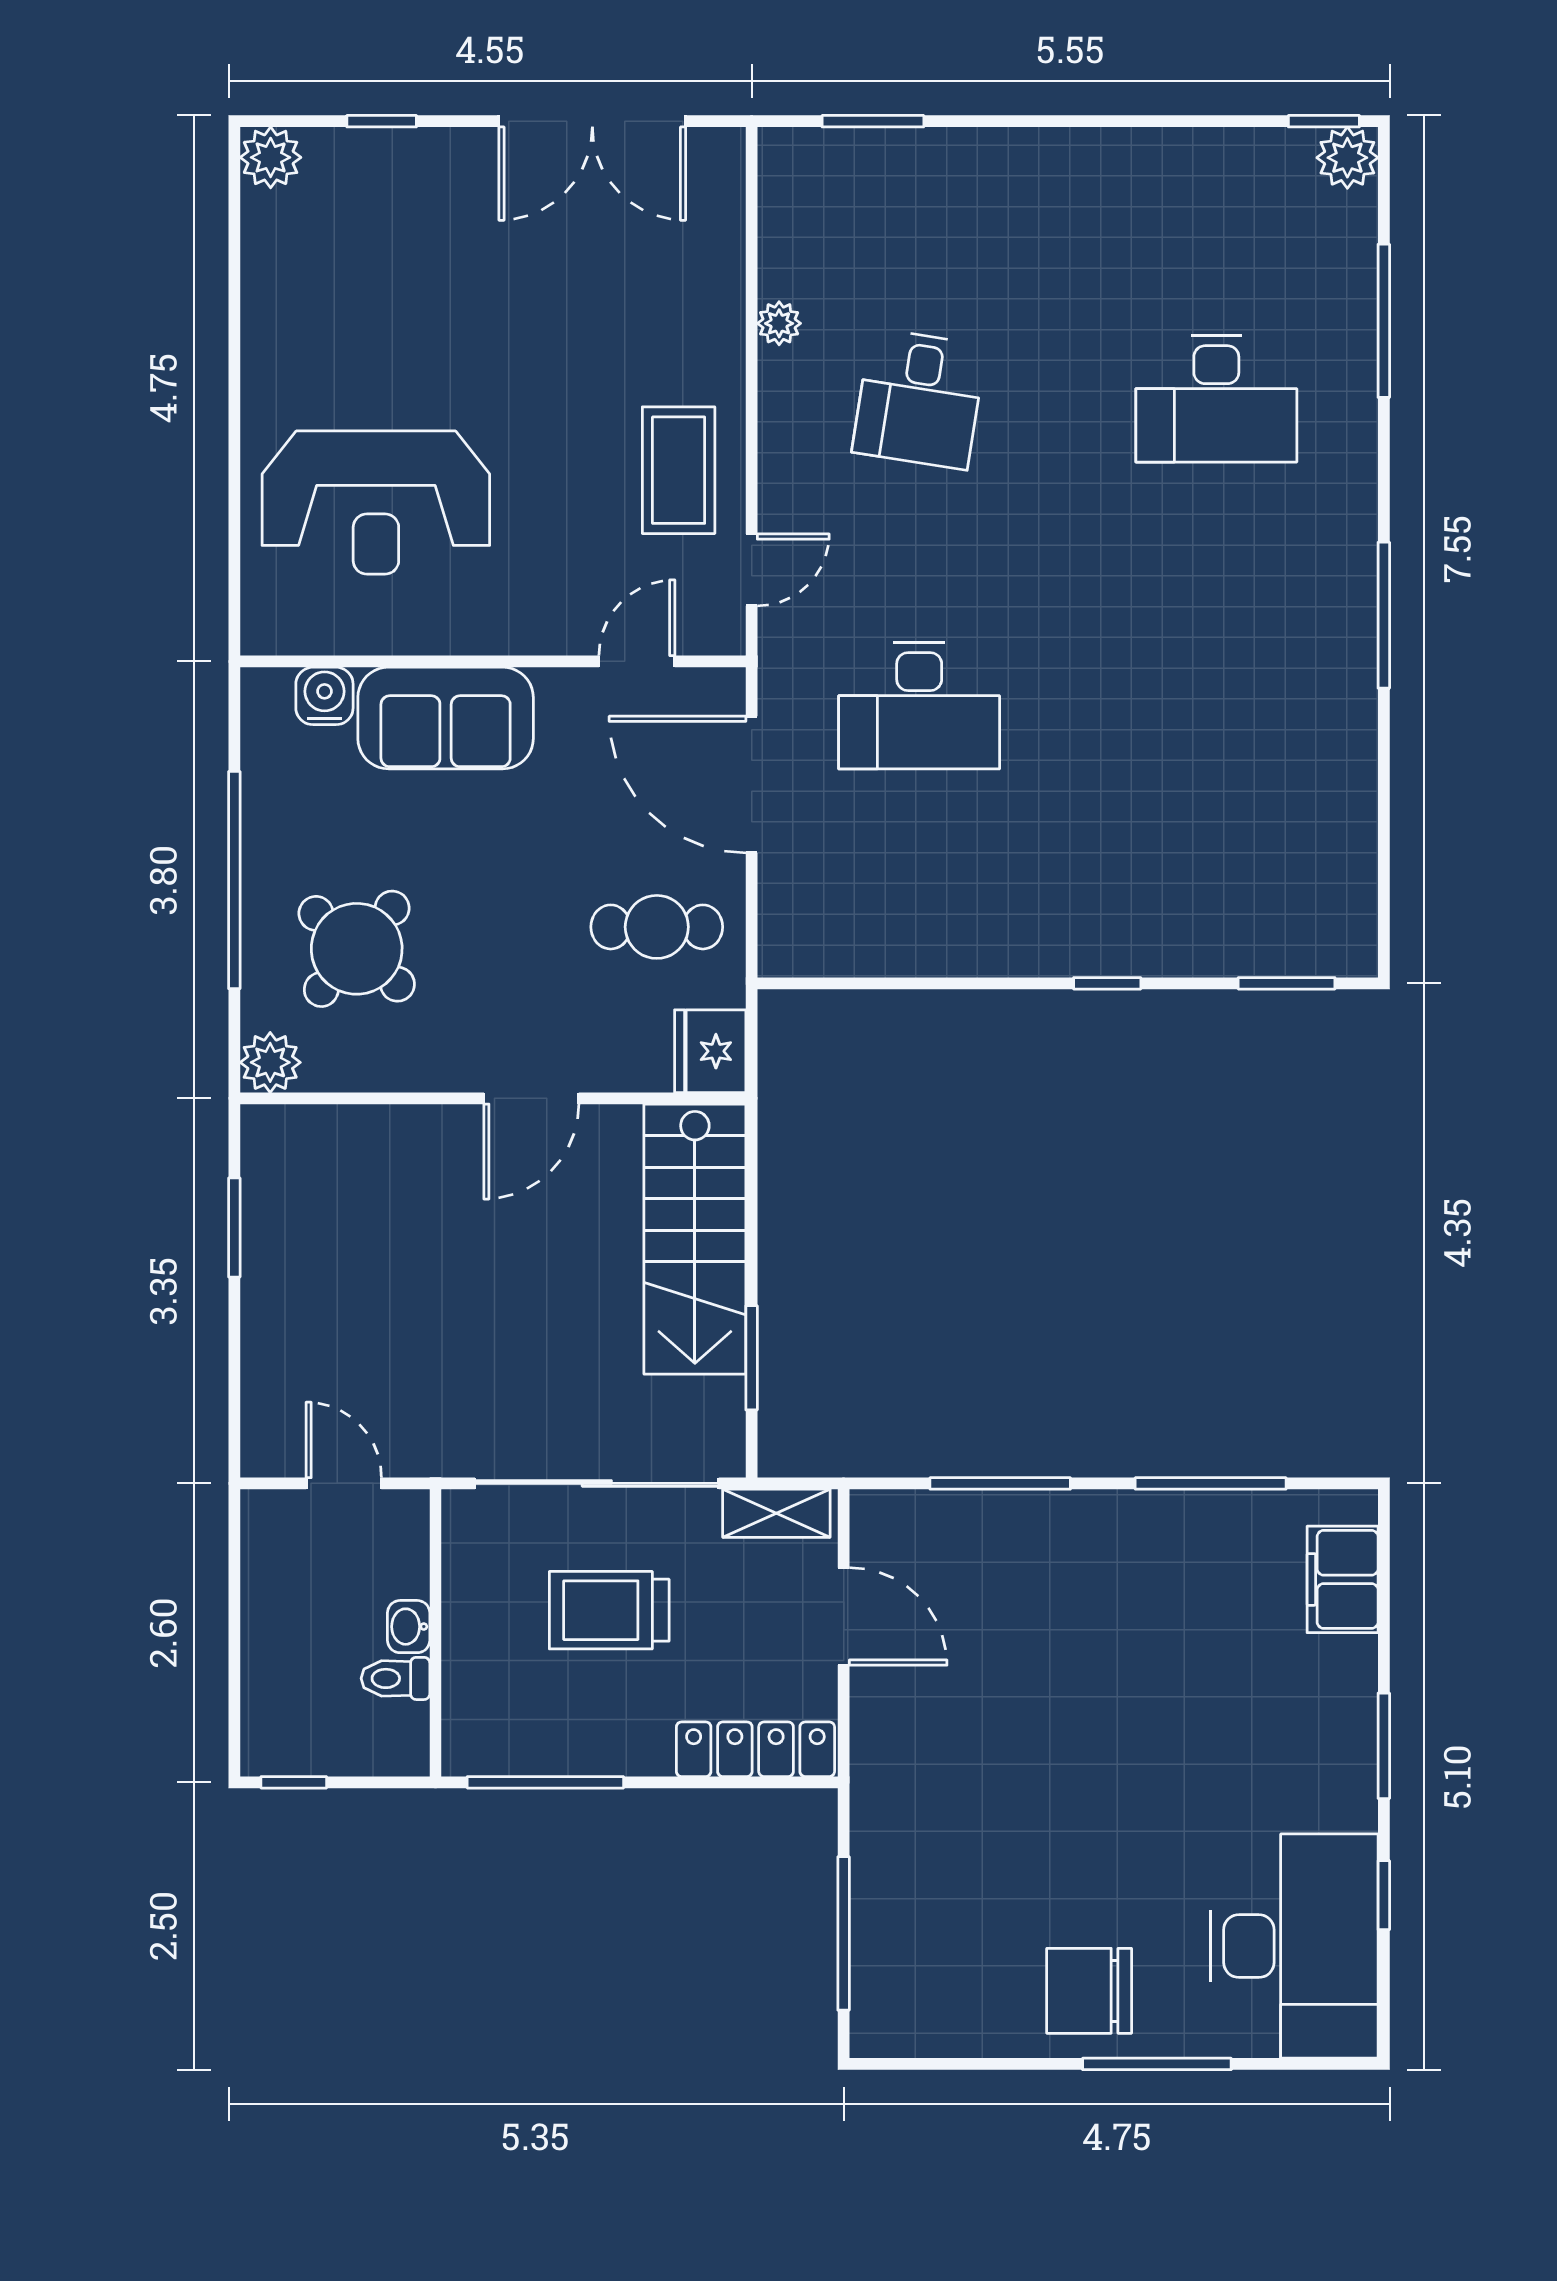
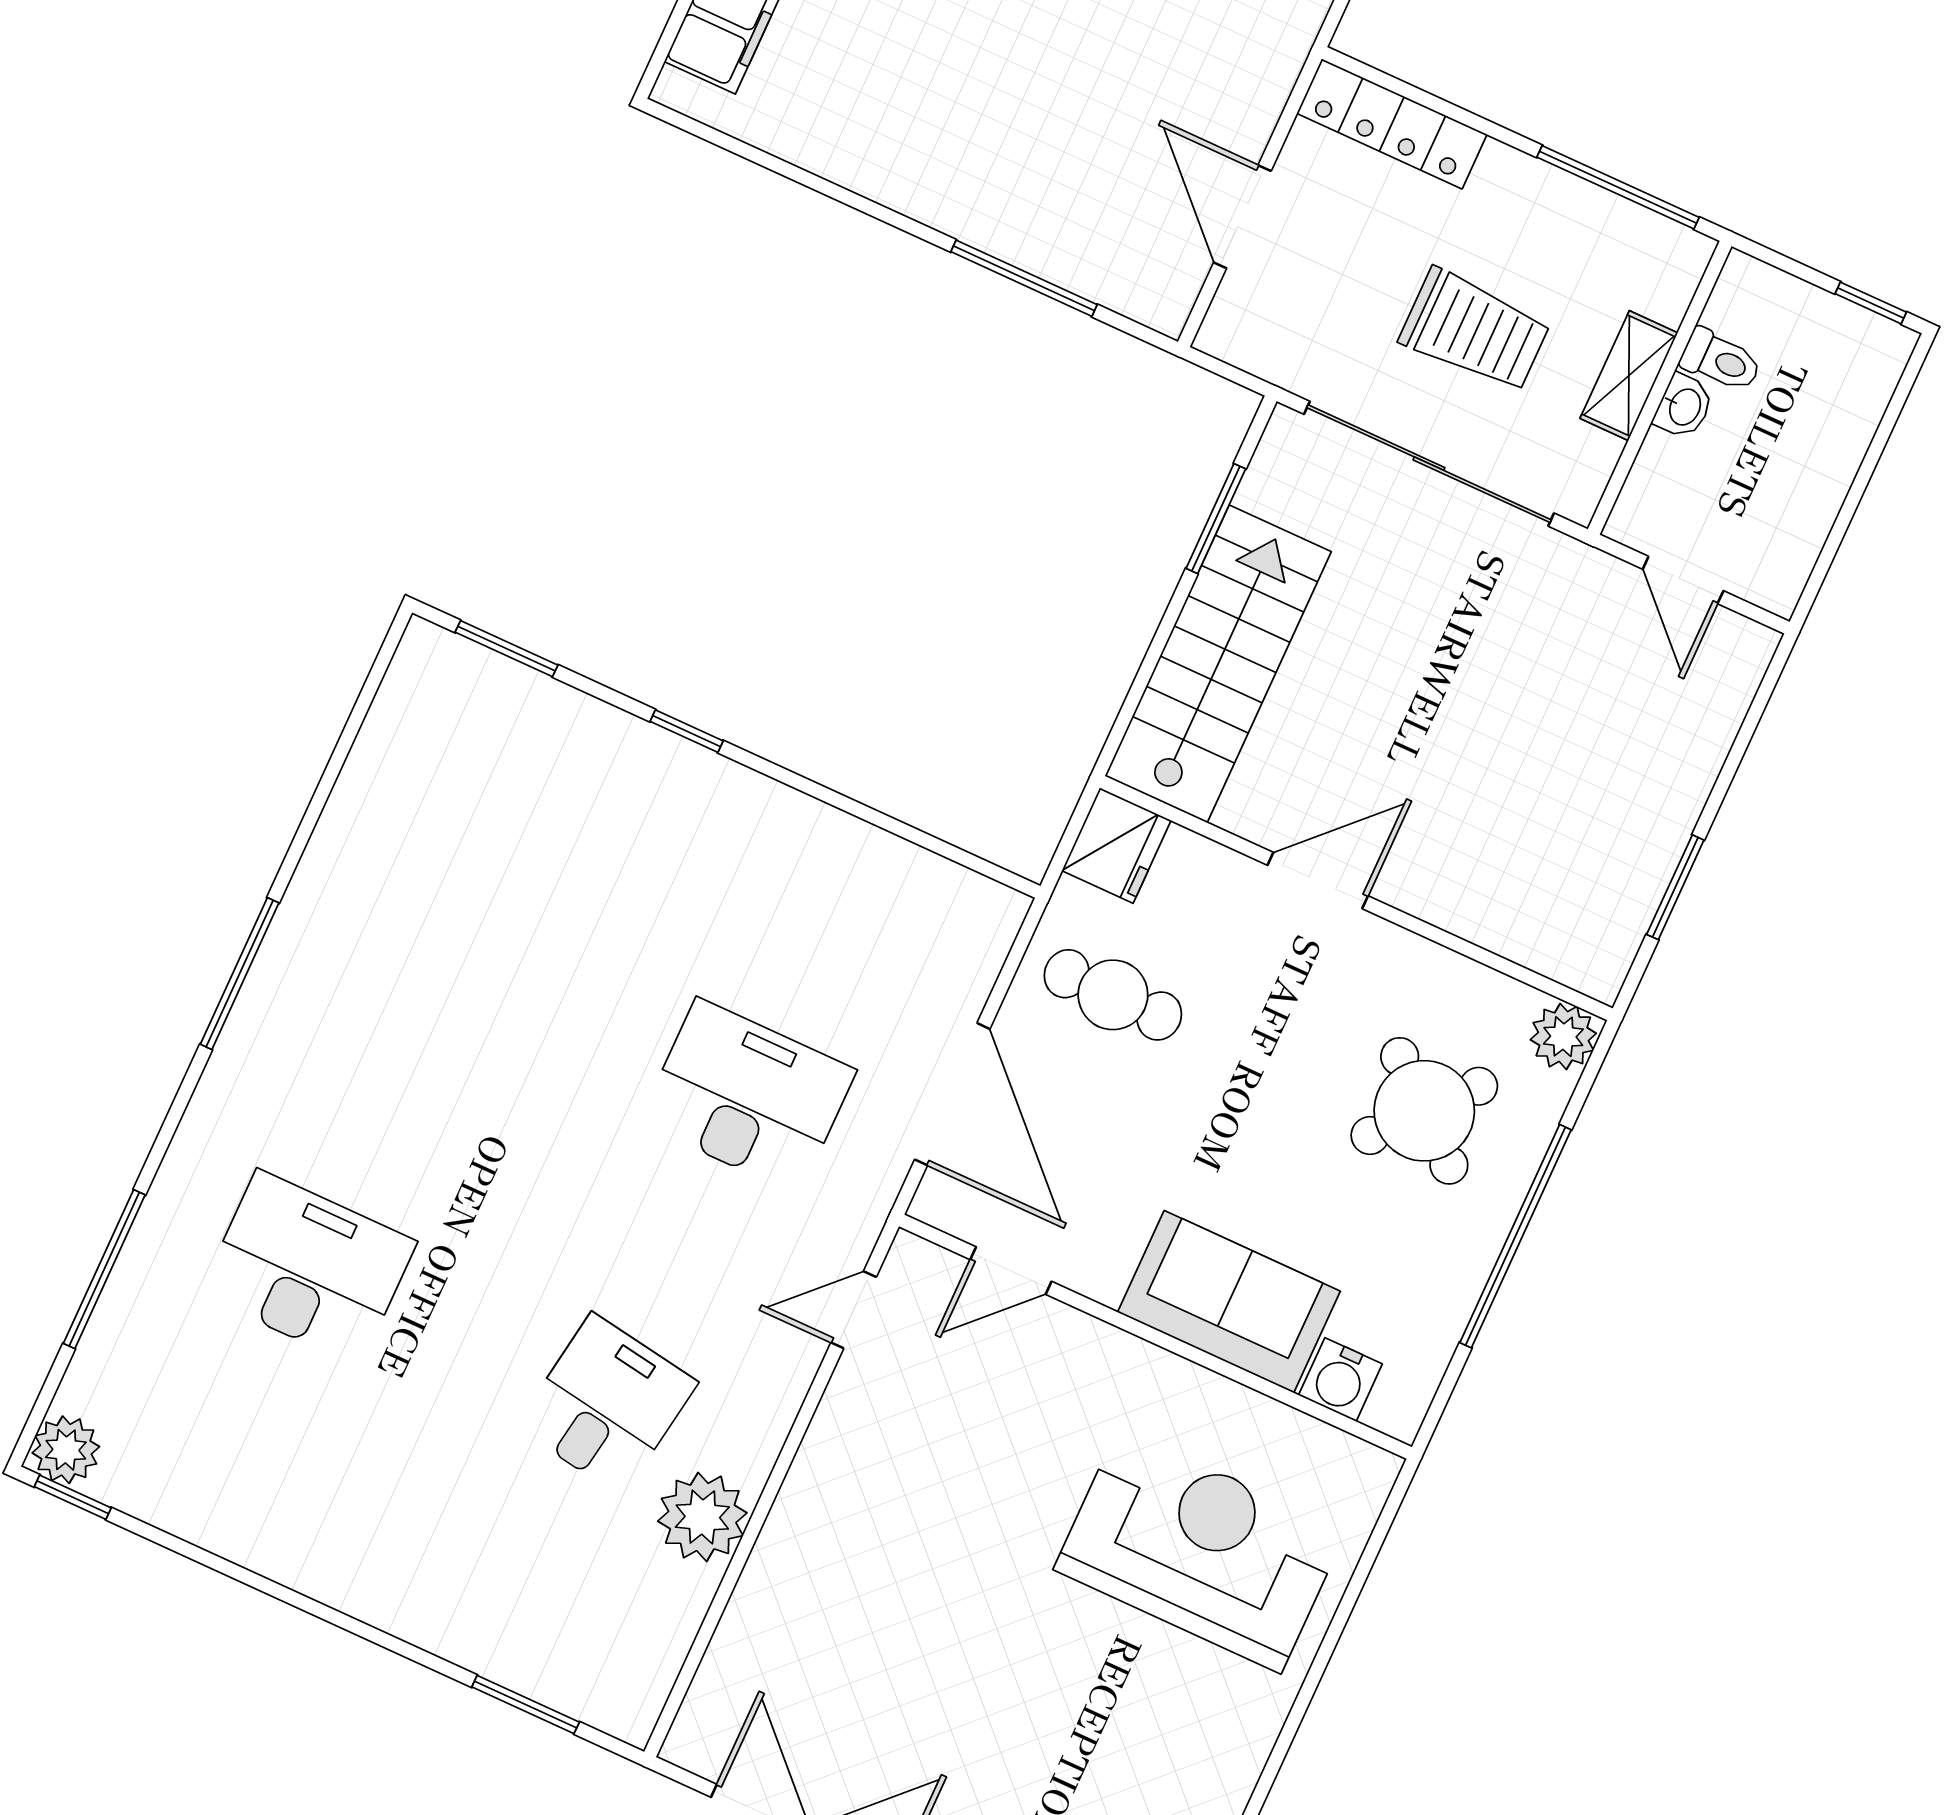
plant: (779, 323) -> (702, 1517), width x1.87, depth x1.87
coffee table: (679, 470) -> (881, 1443), removed
window: (1211, 1483) -> (813, 182), removed
shelving: (776, 1513) -> (1629, 376), moved, turned 90

